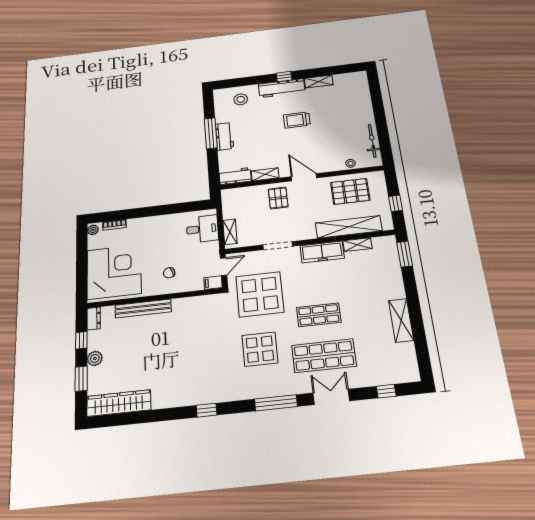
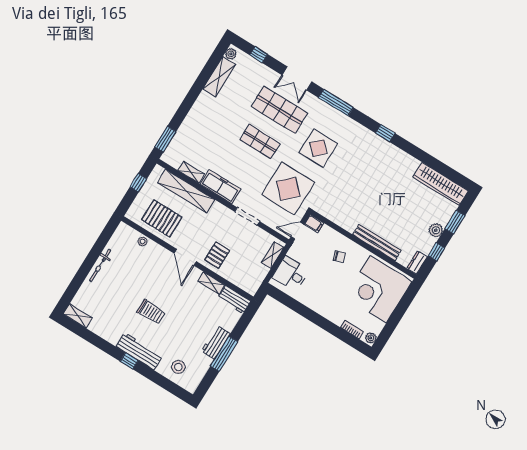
shelving: (319, 81) -> (78, 316), moved
bicycle: (372, 141) -> (100, 265), moved
shelving: (401, 320) -> (219, 77), moved
plant: (413, 372) -> (231, 54), added

